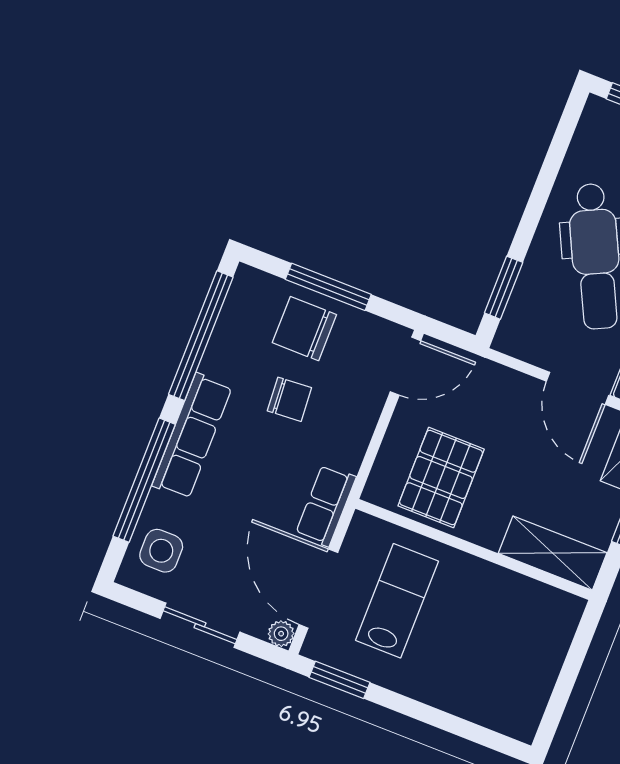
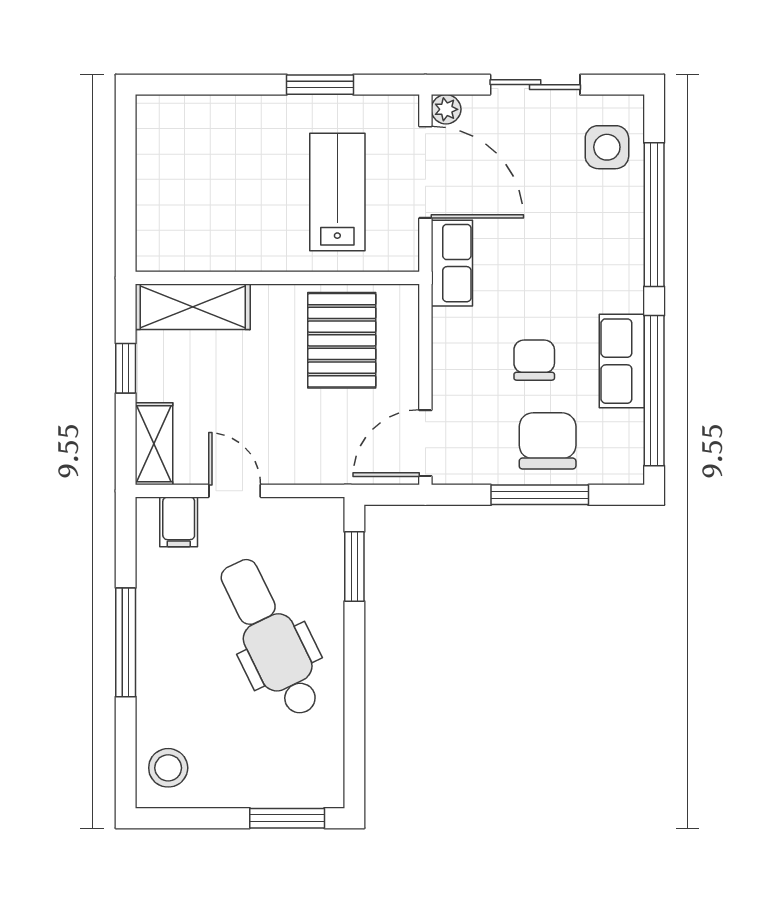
chair: (304, 329) -> (548, 441), turned -90
door: (578, 388) -> (235, 491), width x0.73
chair: (289, 399) -> (534, 360), turned 94
row of seats: (192, 436) -> (622, 361), moved, width x0.68
lab bench: (397, 601) -> (337, 192), turned 180
window: (340, 680) -> (320, 85), moved

